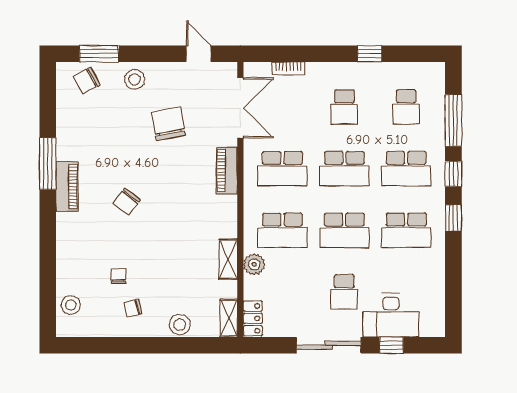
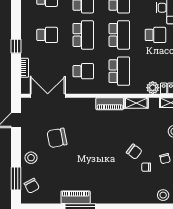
window: (370, 54) -> (16, 46), moved
school desk: (282, 169) -> (83, 71), width x0.54
piano: (227, 171) -> (110, 104), moved
piano: (67, 186) -> (76, 197), moved
chair: (127, 202) -> (134, 152), moved
plant: (254, 264) -> (153, 88), moved

